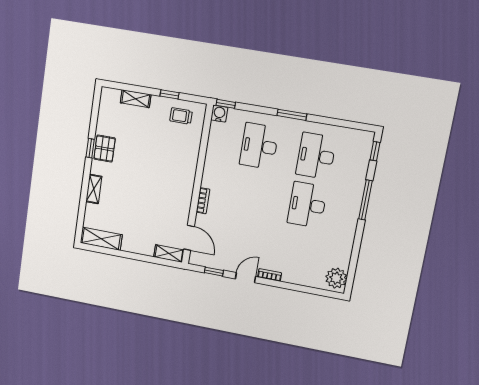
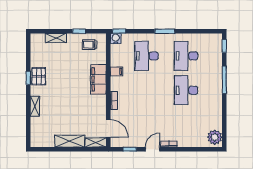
filing cabinet: (213, 161) -> (116, 71), added
filing cabinet: (186, 168) -> (98, 79), added
shelving: (101, 239) -> (70, 141), moved

